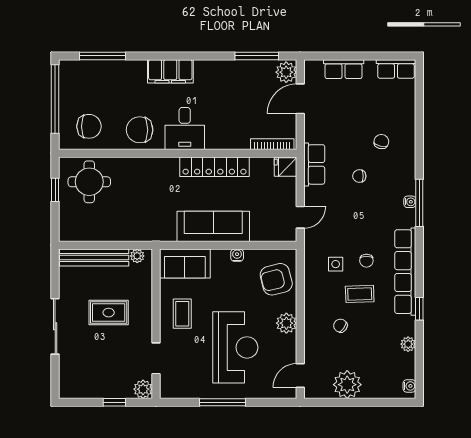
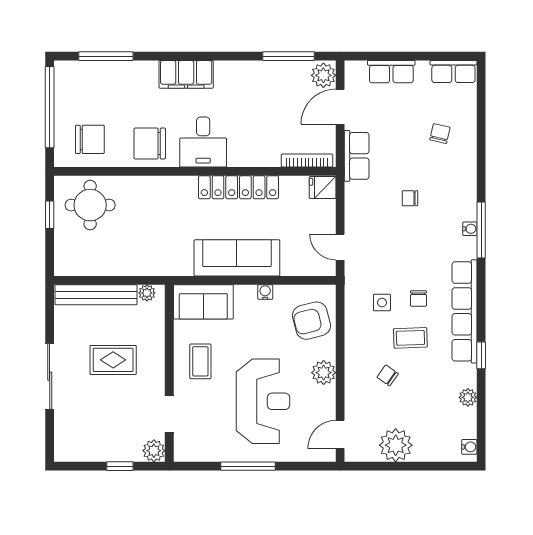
chair: (381, 142) -> (440, 134), moved
row of seats: (314, 164) -> (357, 156), moved
door: (300, 217) -> (340, 247), swing flipped

